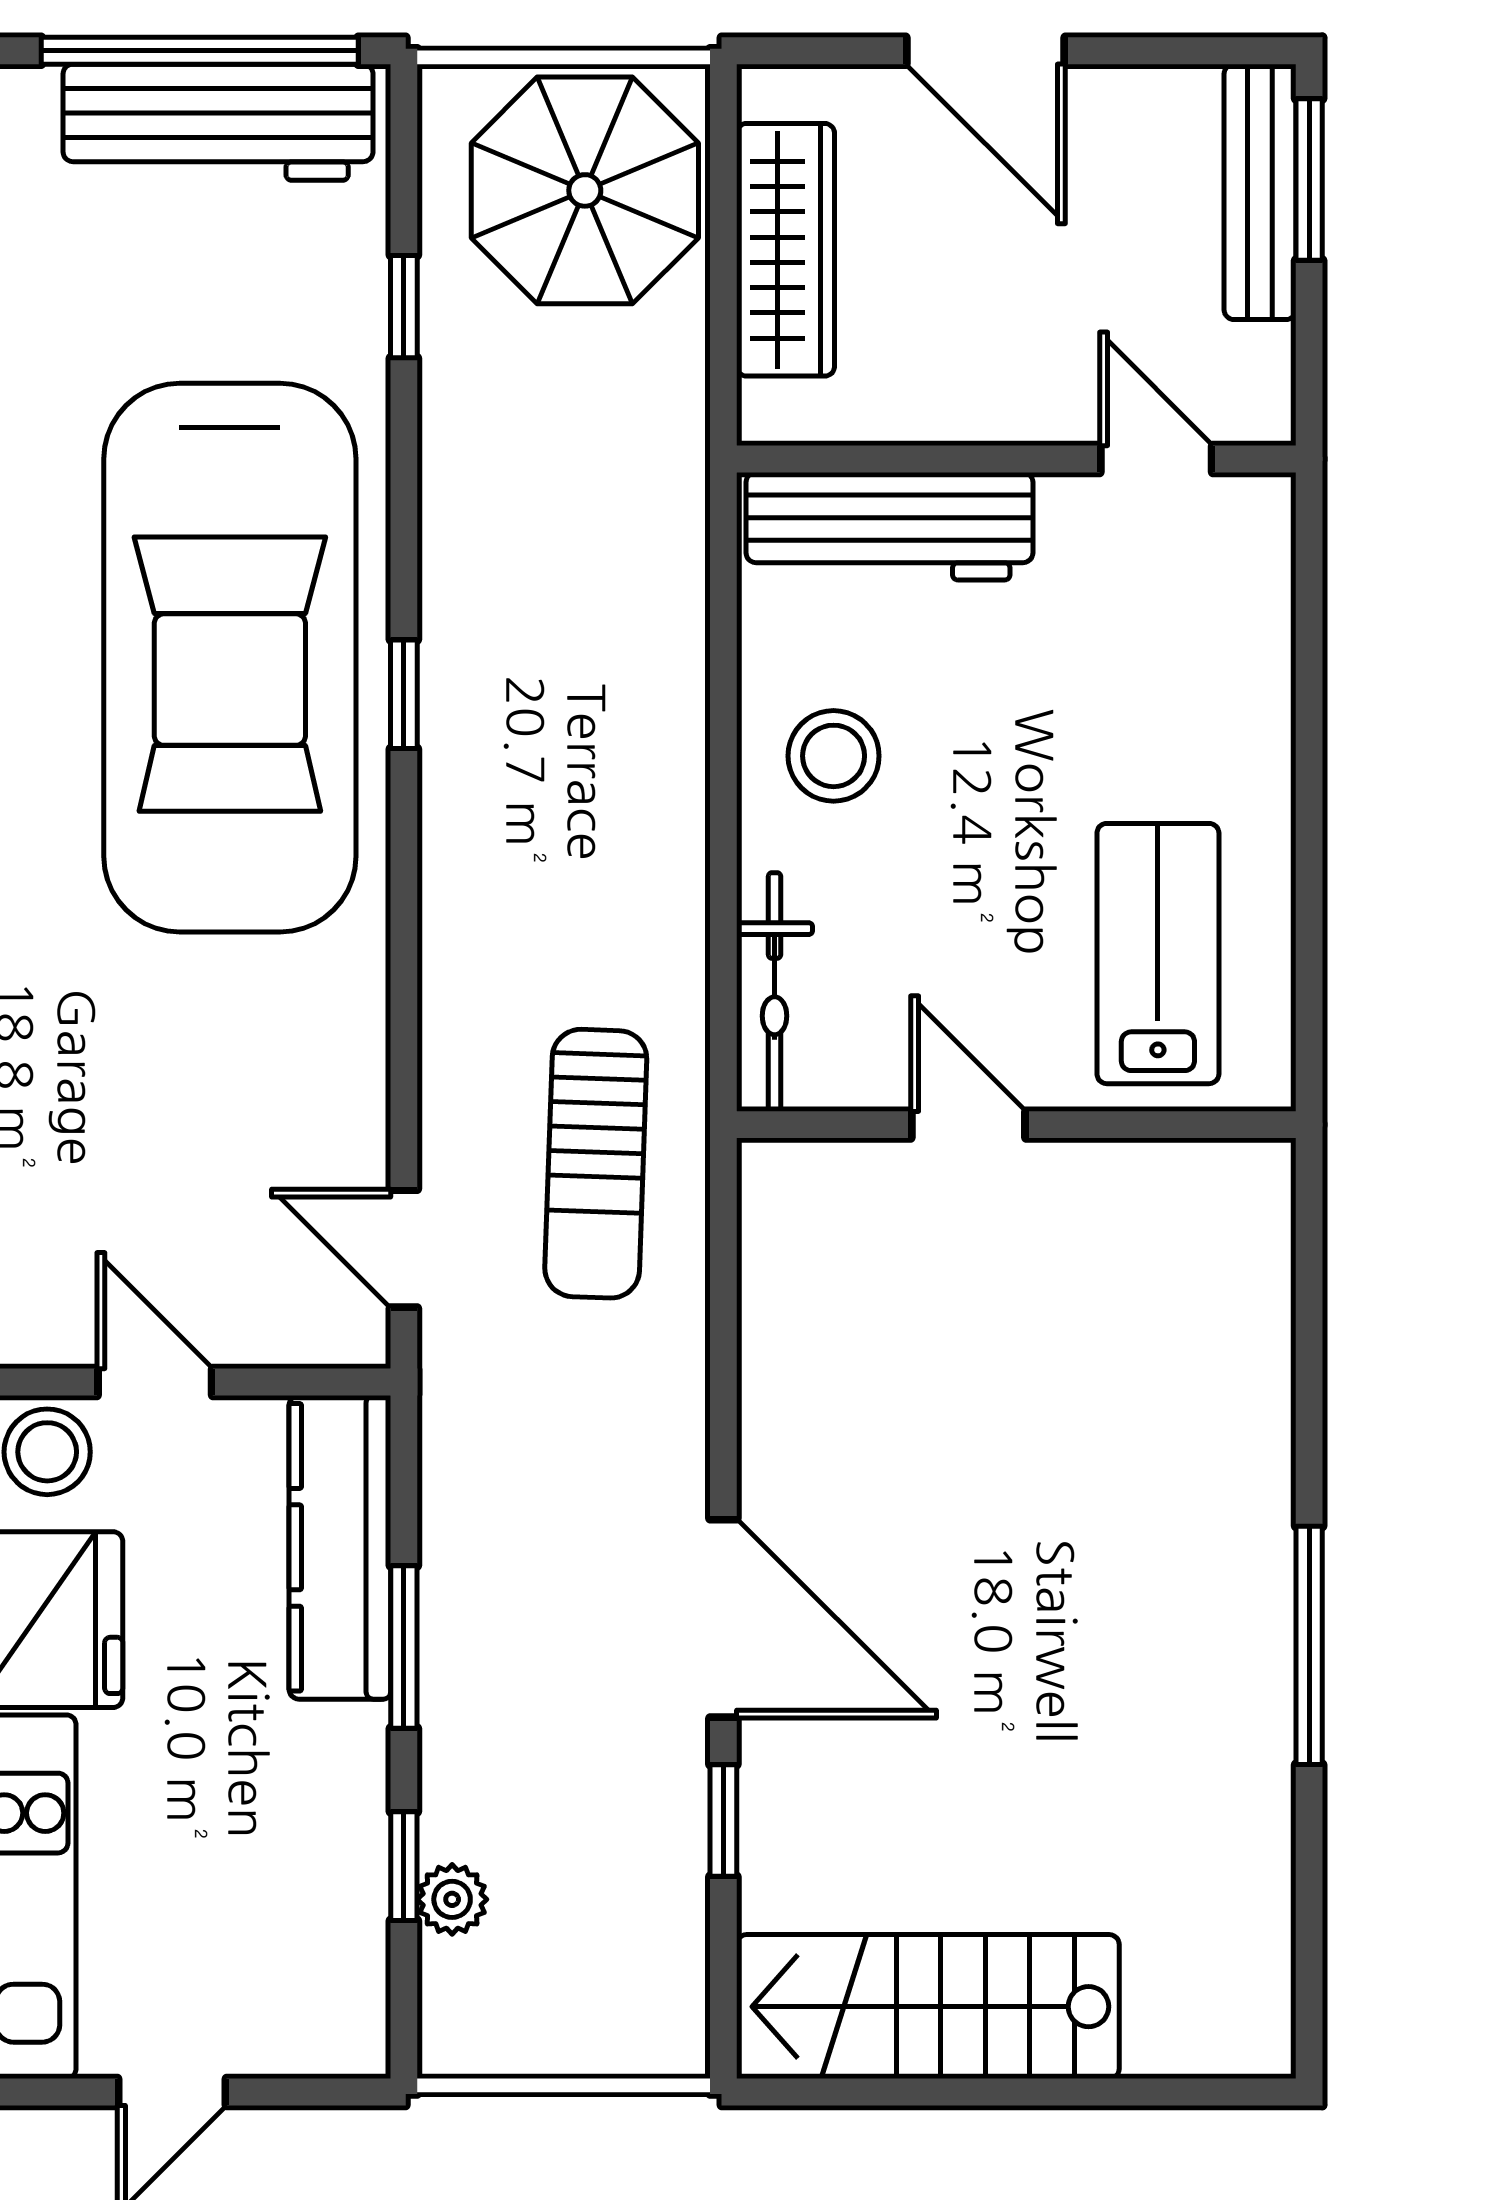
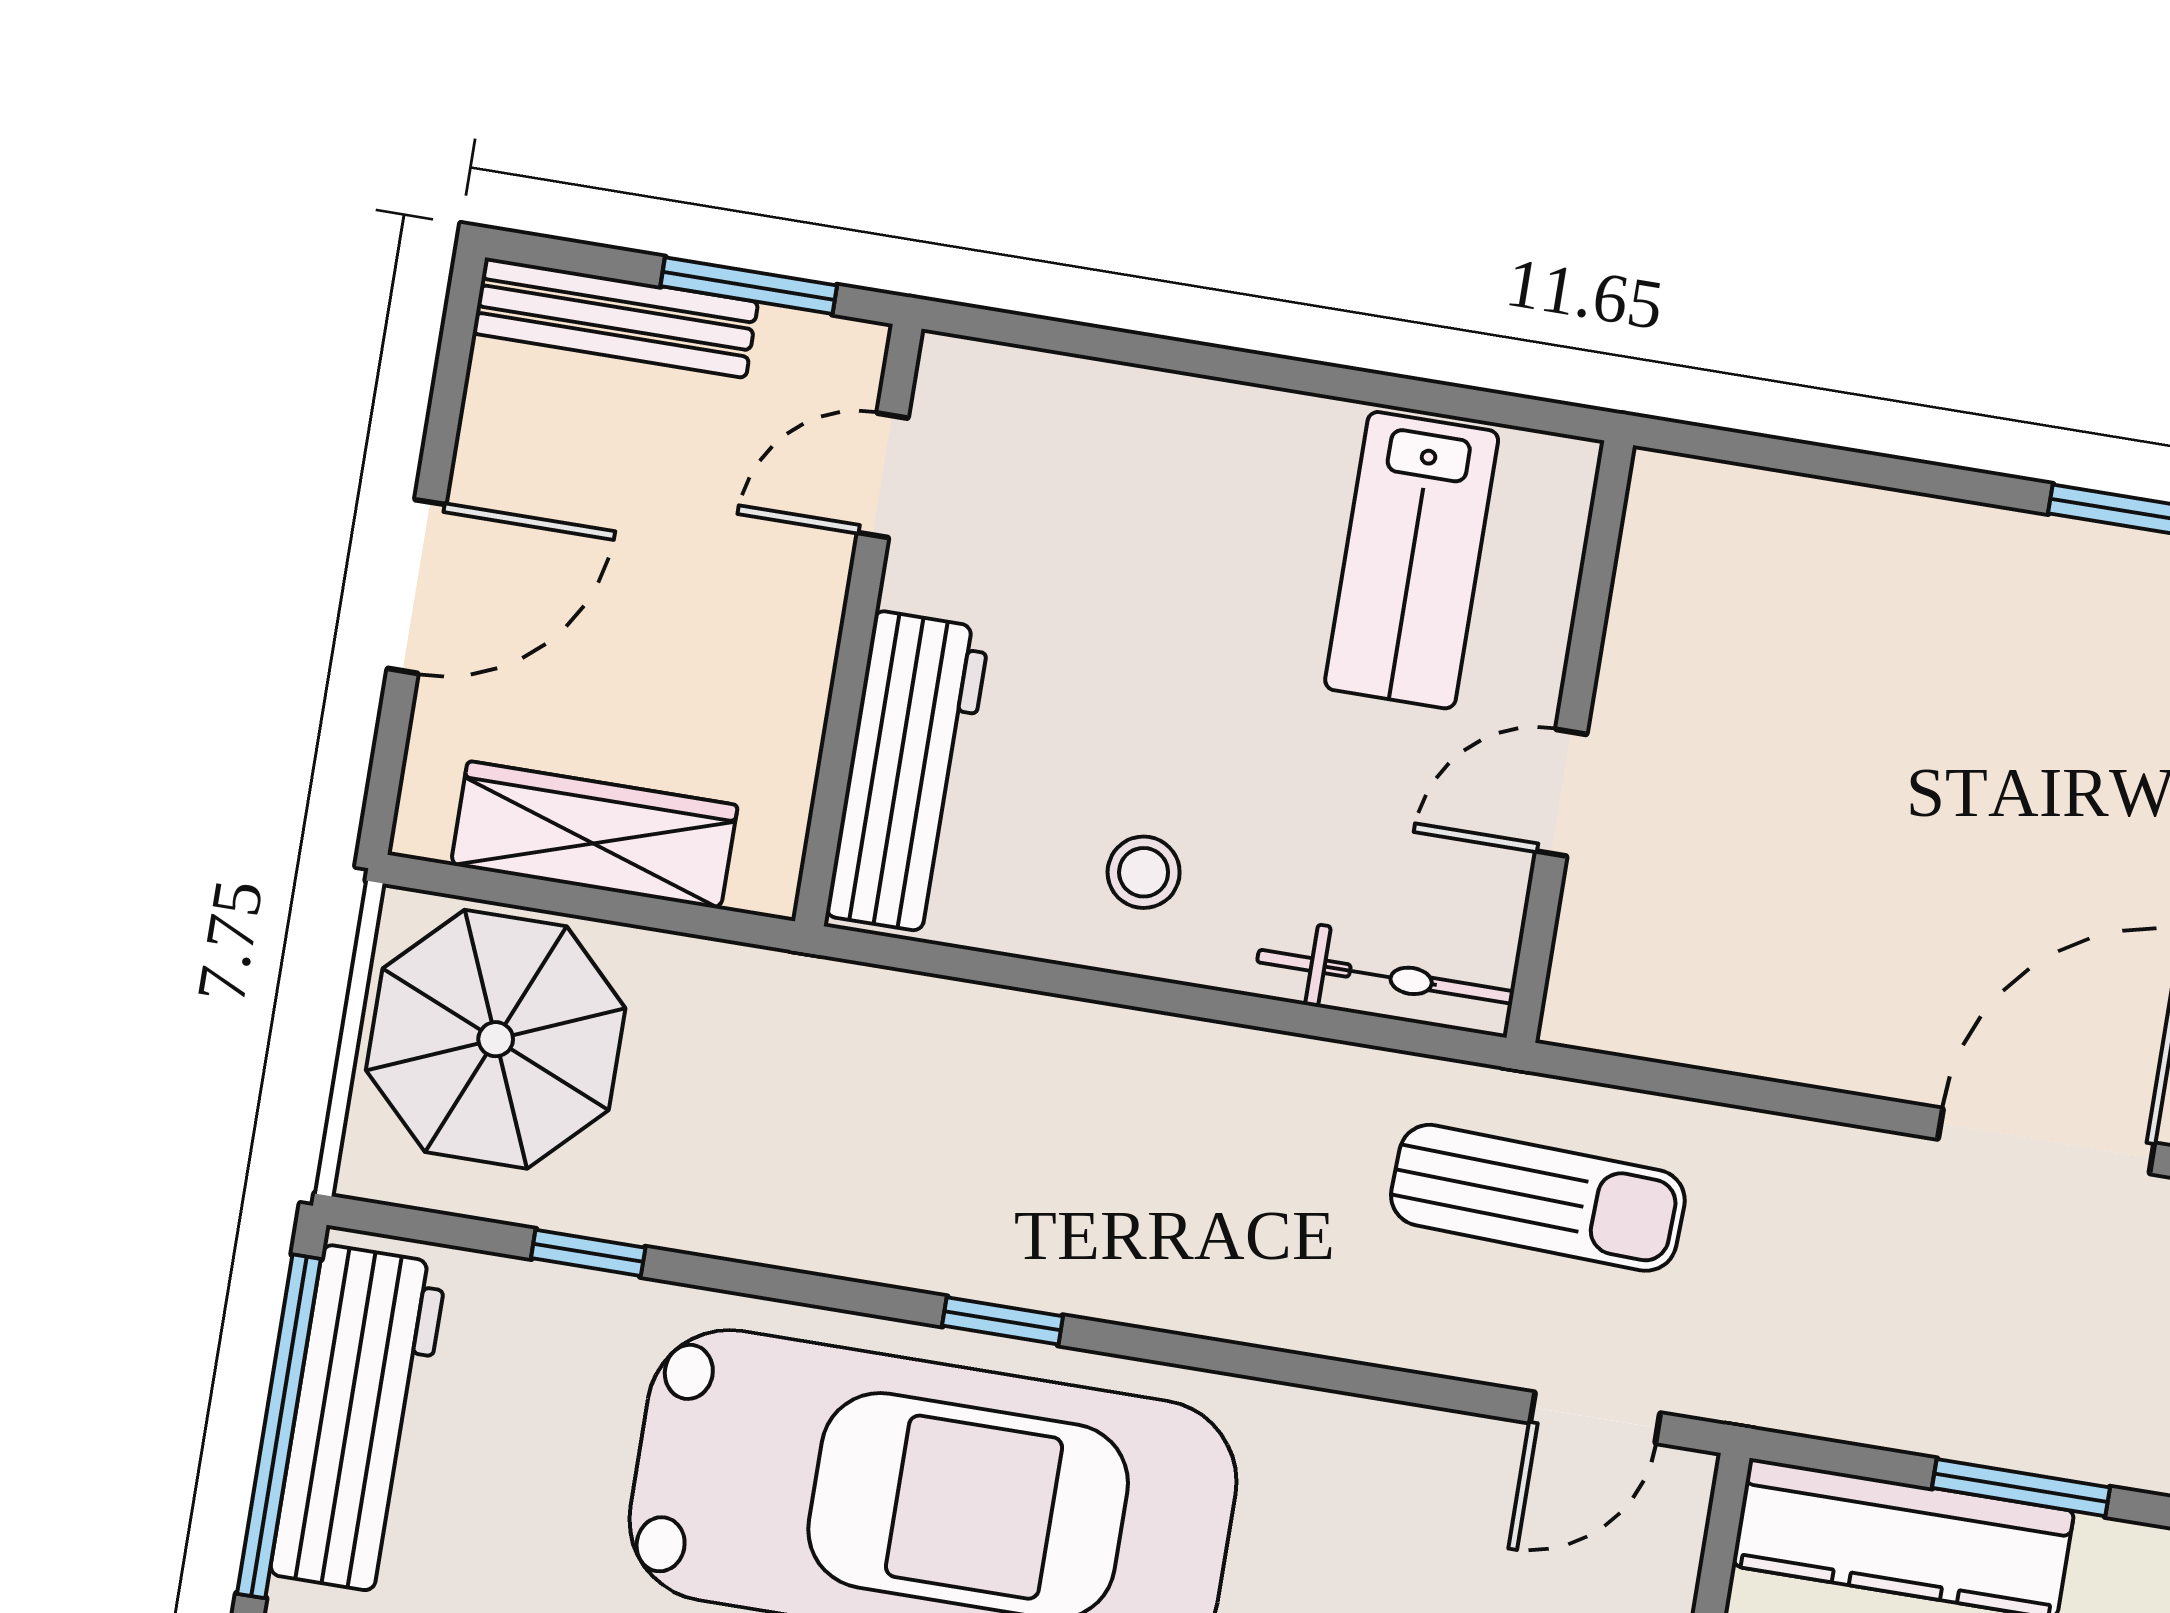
window: (1309, 179) -> (749, 286), moved
stool: (834, 756) -> (1144, 872), width x0.73, depth x0.73
lab bench: (1158, 954) -> (1412, 560), turned -90

